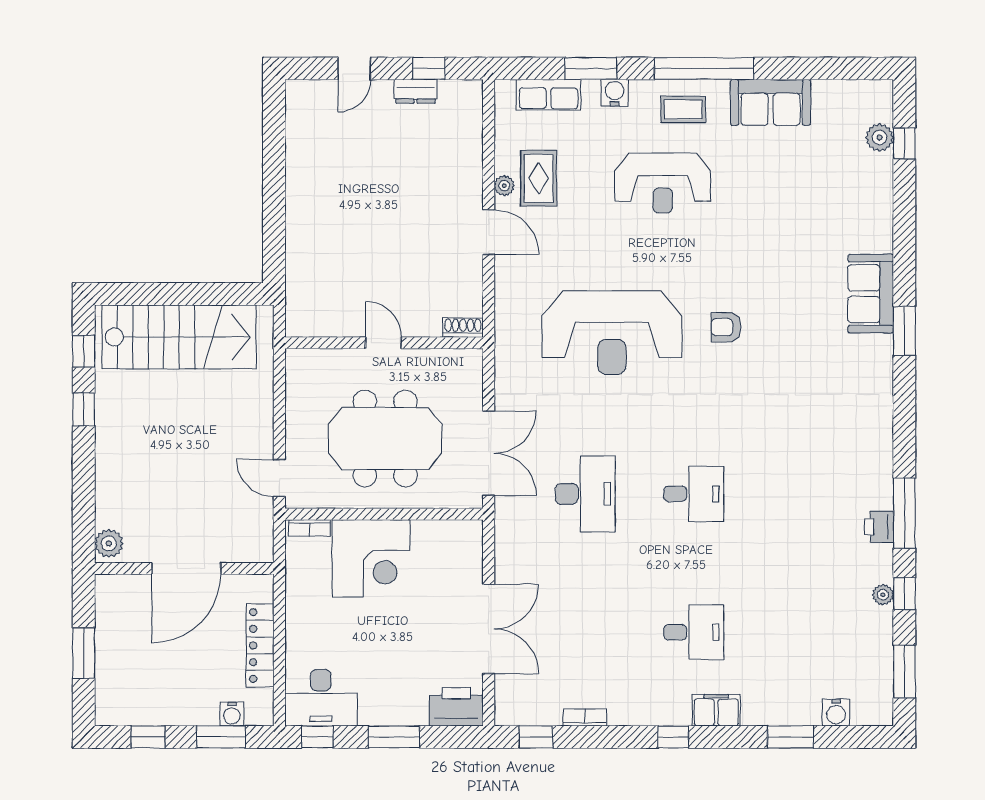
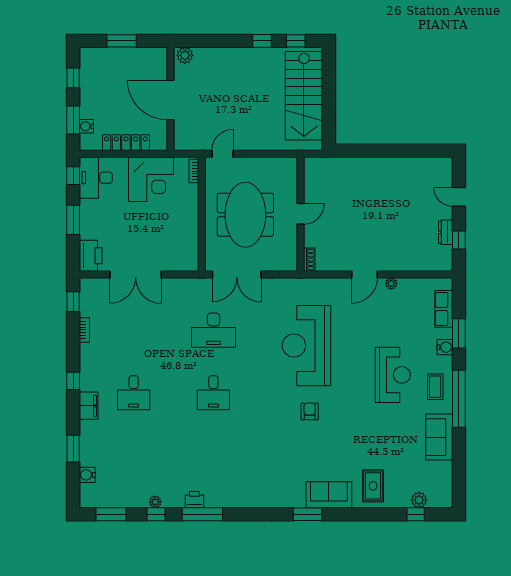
rug: (539, 178) -> (373, 486), moved, turned 90
reception desk: (663, 183) -> (393, 375), turned 180
corner desk: (371, 558) -> (151, 179), moved, turned -90

